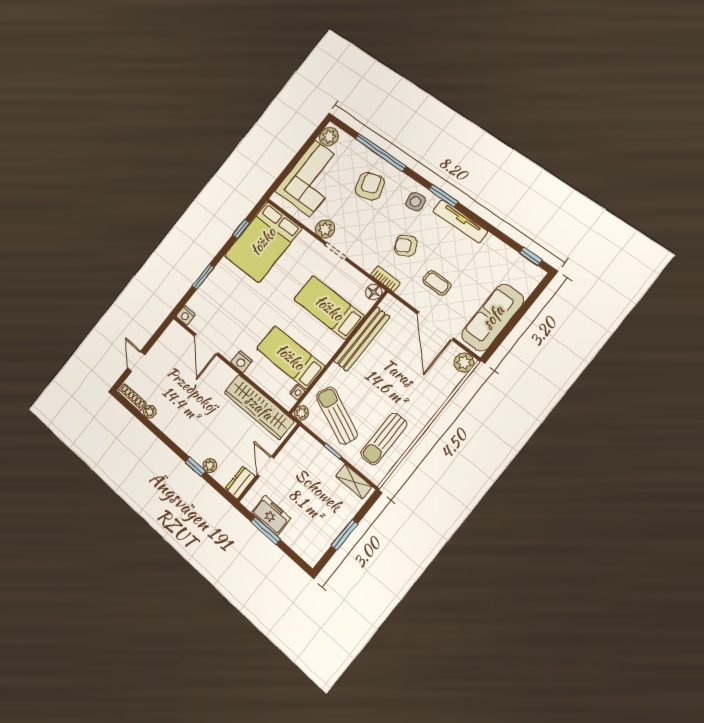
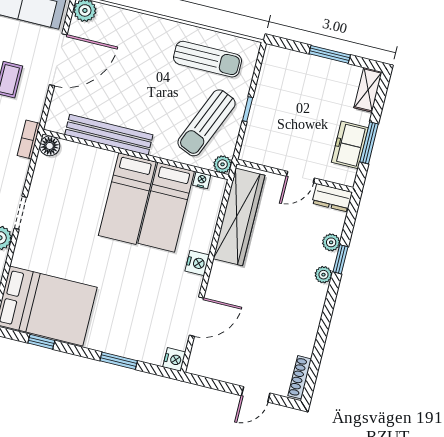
bed: (329, 308) -> (127, 199), moved
plant: (150, 412) -> (323, 275), moved
shelving: (353, 481) -> (368, 90), moved

